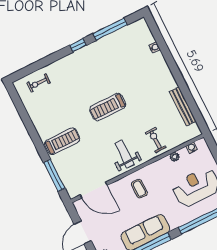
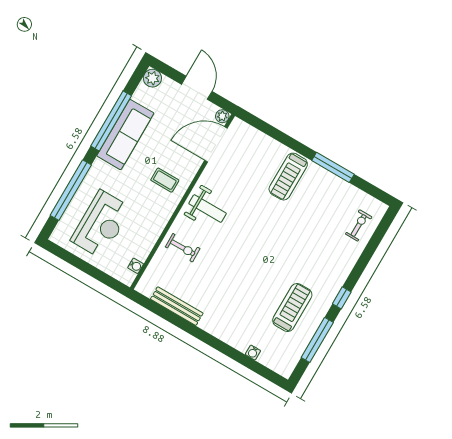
treadmill: (108, 107) -> (292, 307), moved
plant: (175, 157) -> (222, 116), moved
window: (54, 175) -> (333, 167), moved

